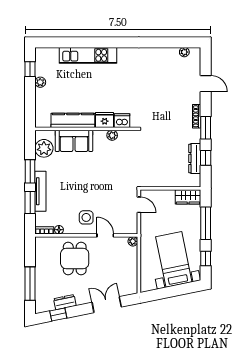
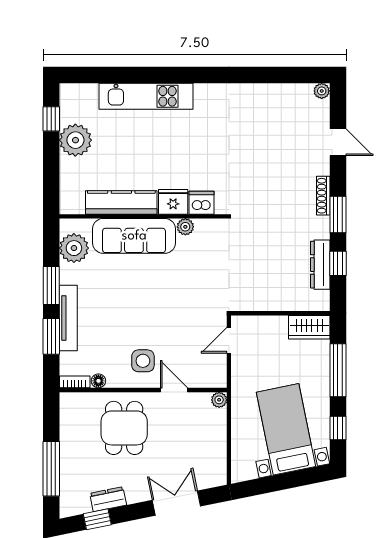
plant: (184, 52) -> (322, 91), moved
plant: (40, 82) -> (75, 140), width x1.88, depth x1.88
sofa: (74, 141) -> (134, 236), width x1.36
door: (139, 205) -> (229, 340), swing flipped

